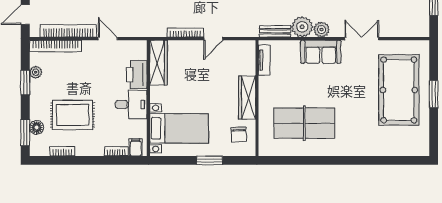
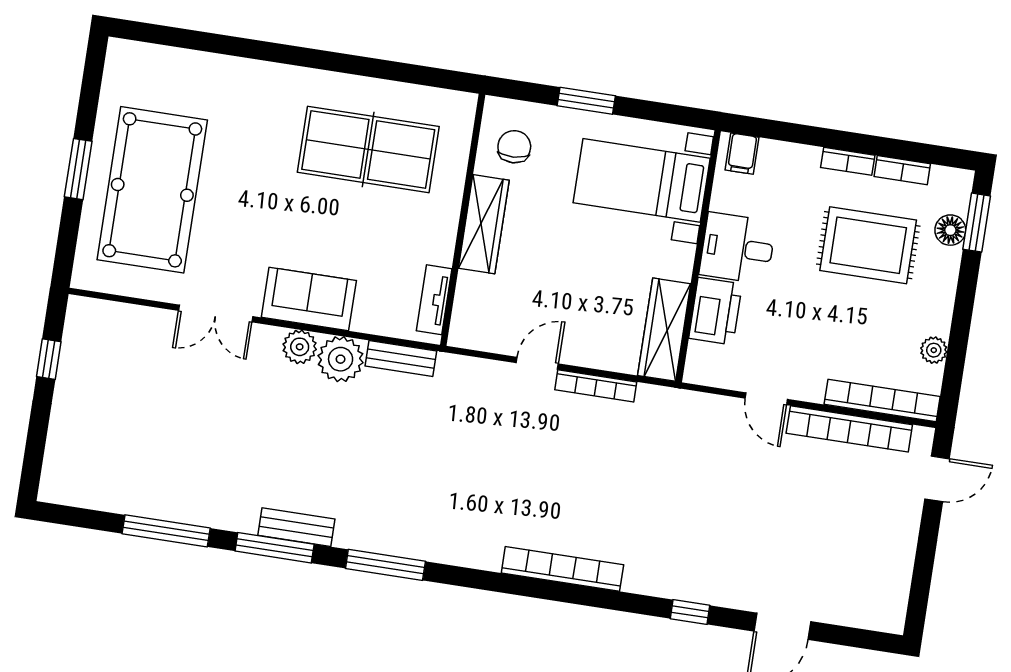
window: (25, 83) -> (960, 331), removed
bookcase: (116, 151) -> (848, 161), moved

